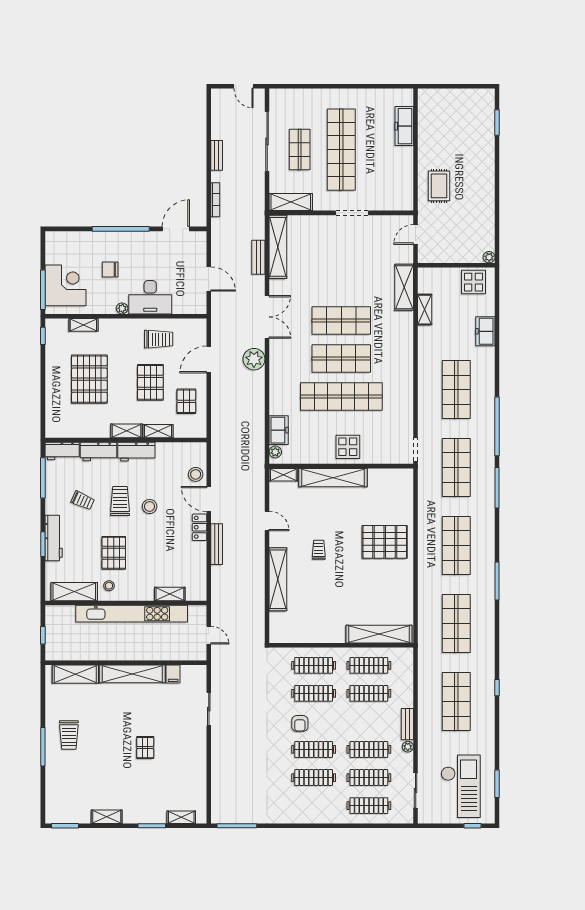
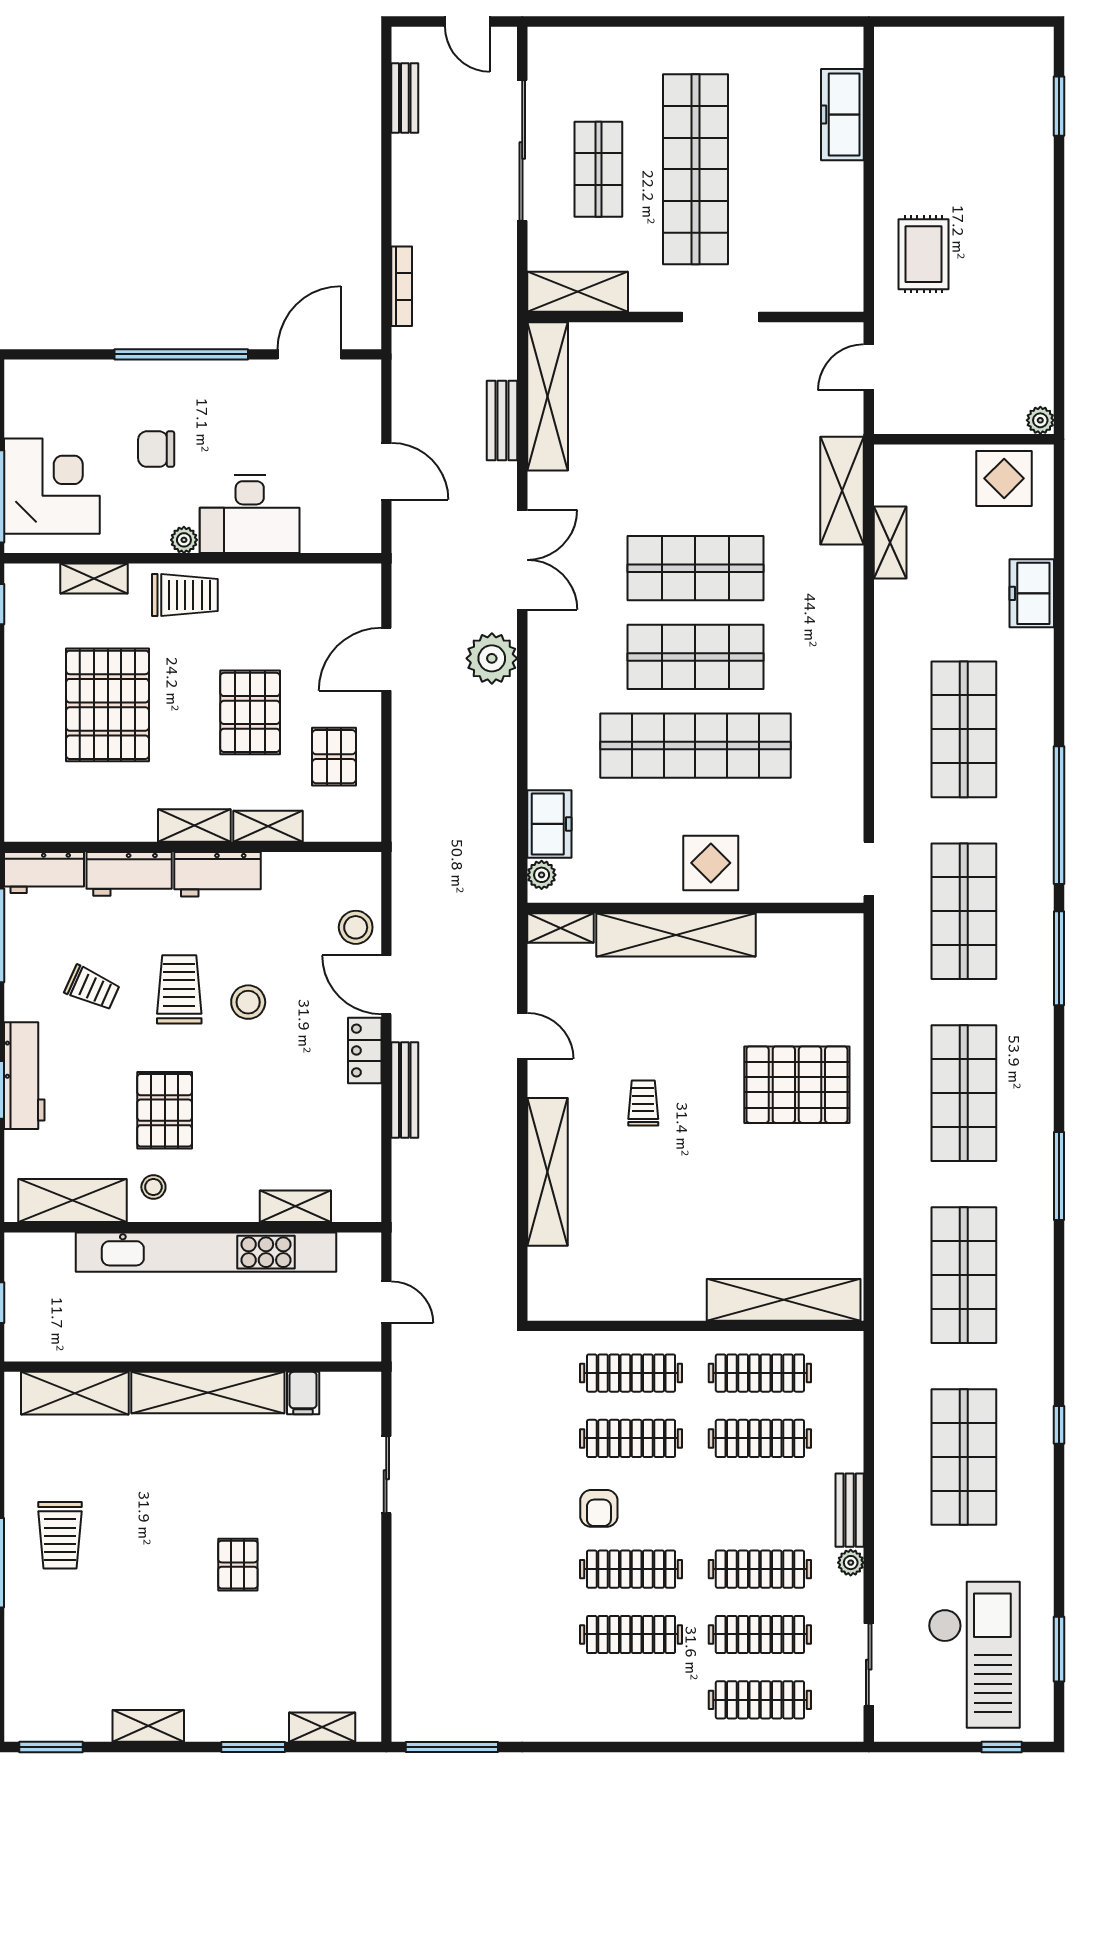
bench: (217, 155) -> (405, 98), moved
trolley: (159, 339) -> (185, 595), moved

